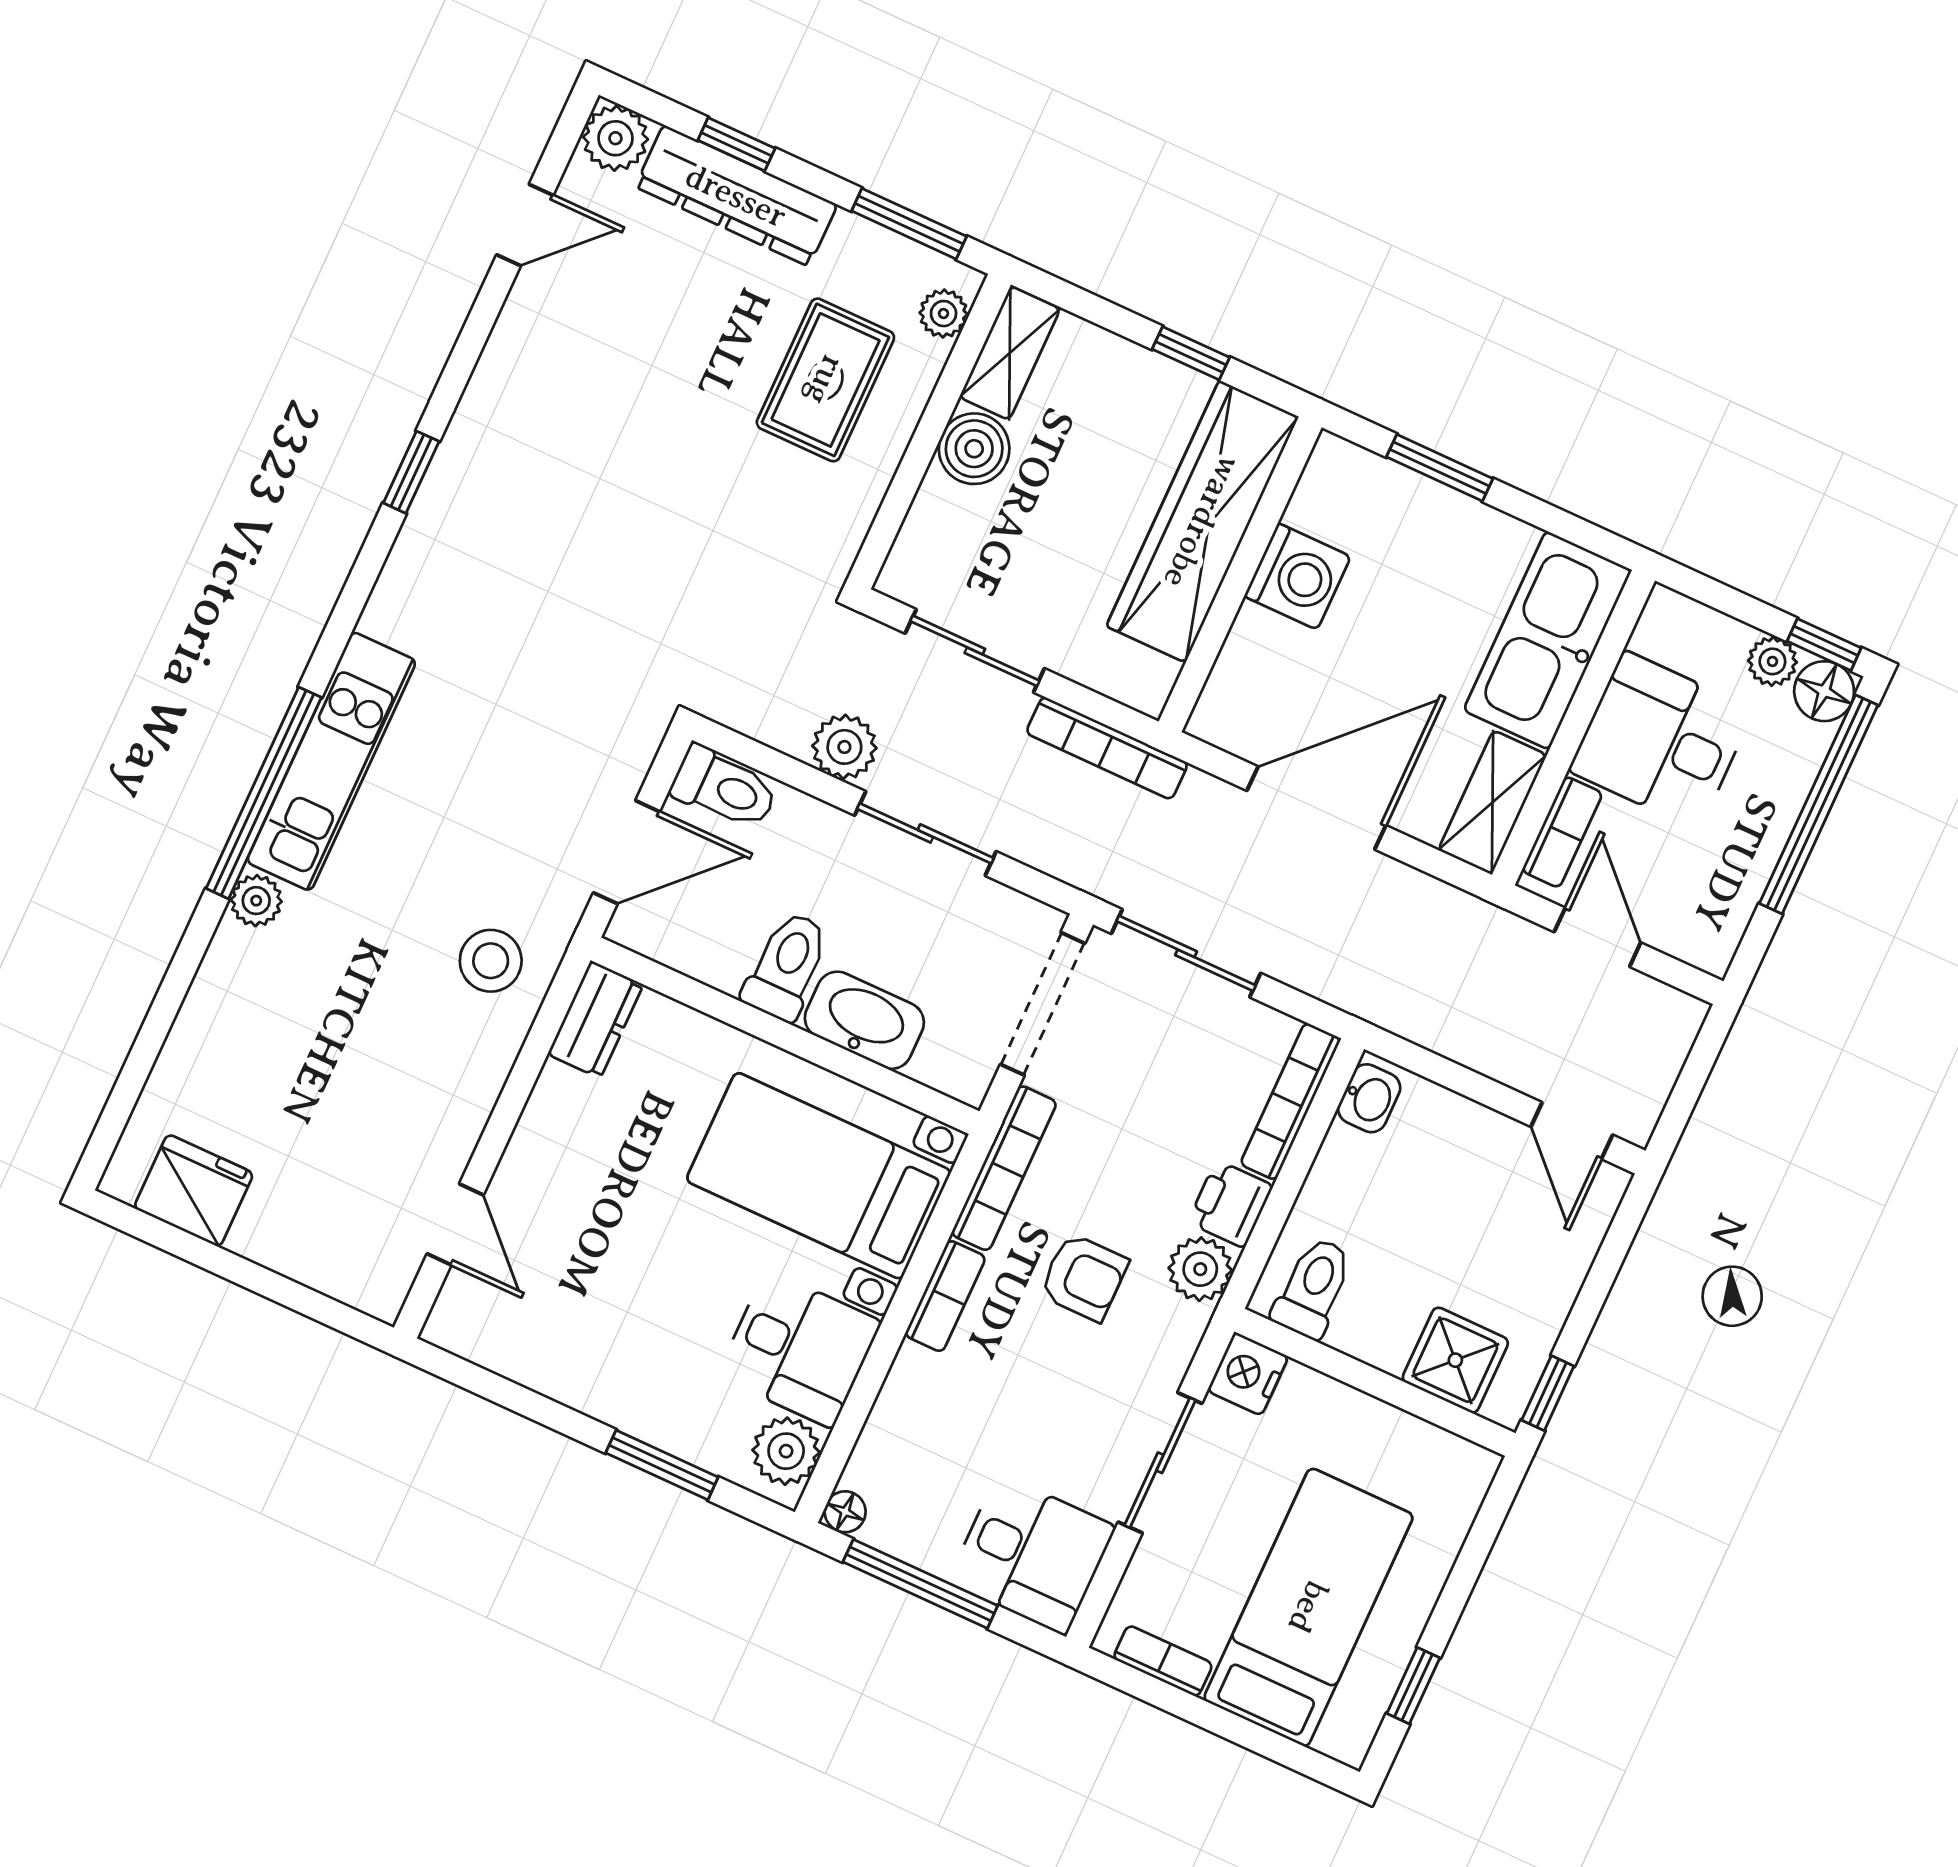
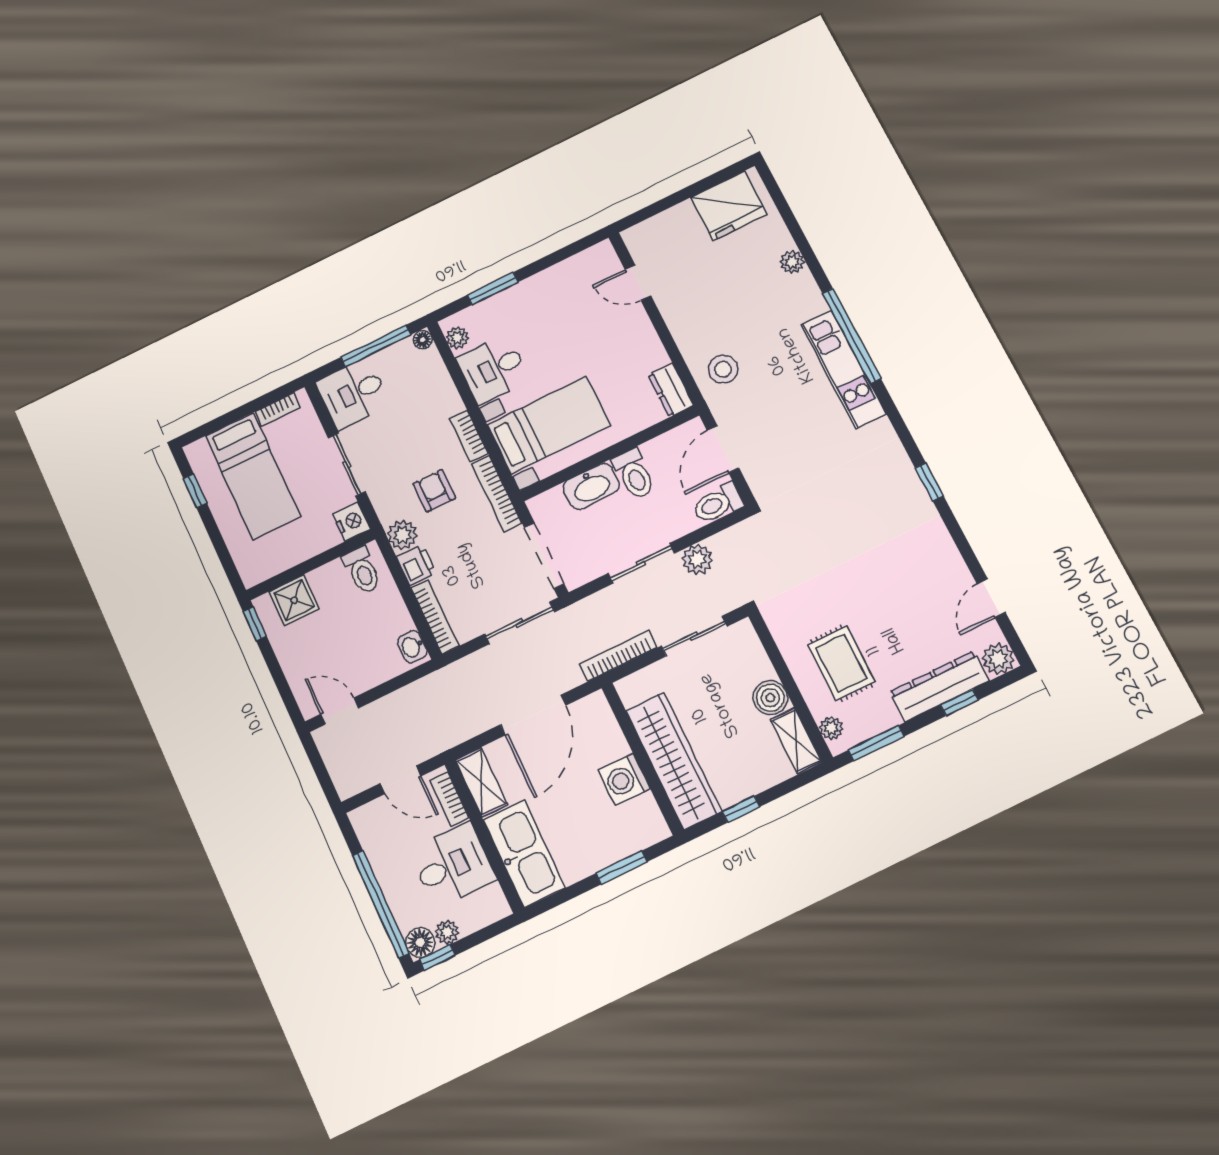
plant: (256, 901) -> (792, 262), moved
fridge: (194, 1191) -> (729, 206), width x1.36, depth x1.34
armchair: (1084, 1277) -> (434, 491), turned 90
plant: (786, 1451) -> (457, 338), width x0.73, depth x0.73

